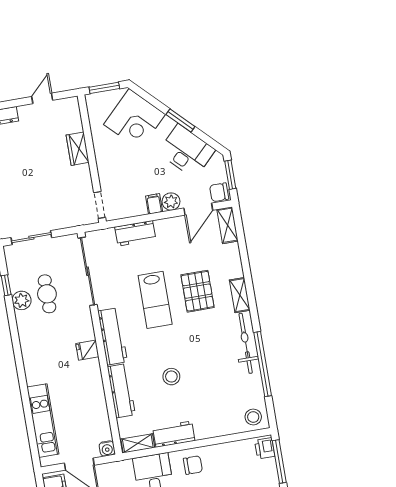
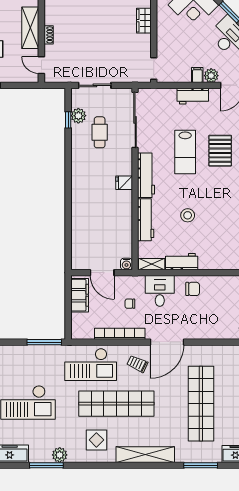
workbench: (135, 233) -> (193, 96), moved
plant: (22, 300) -> (78, 116), moved
kitchen unit: (43, 421) -> (79, 233), removed

